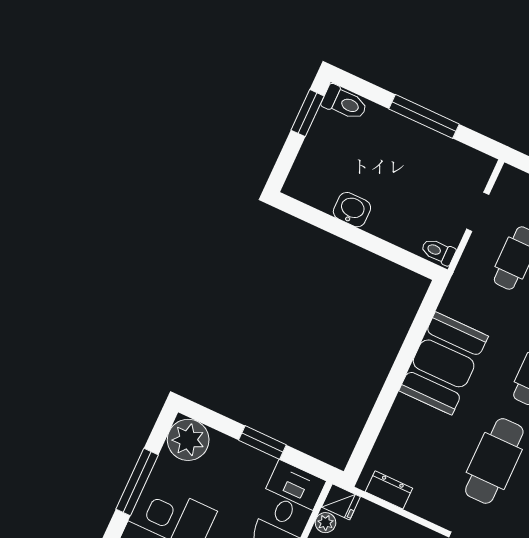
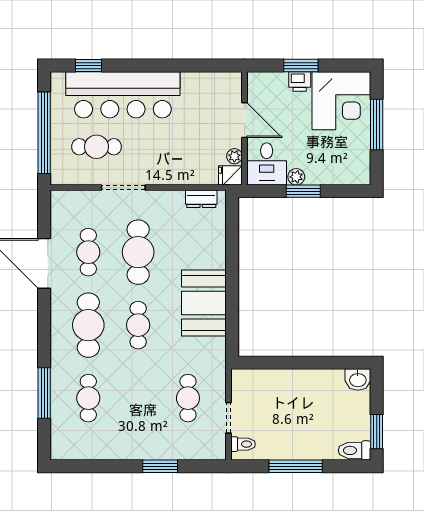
washbasin: (352, 210) -> (358, 379), moved
toilet: (438, 251) -> (243, 444), moved
plant: (188, 440) -> (296, 177), moved, width x0.53, depth x0.53

